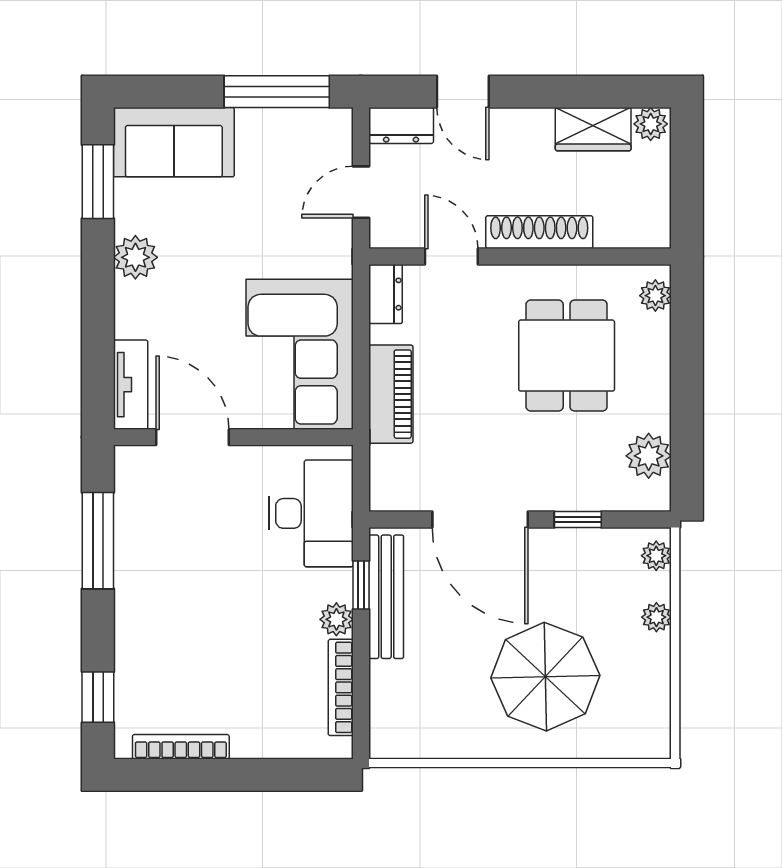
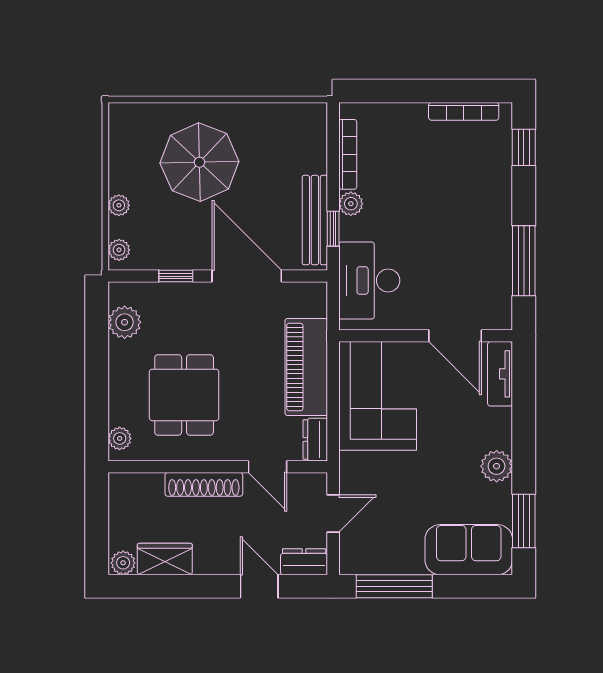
piano: (391, 394) -> (306, 367), width x1.37, depth x1.33

